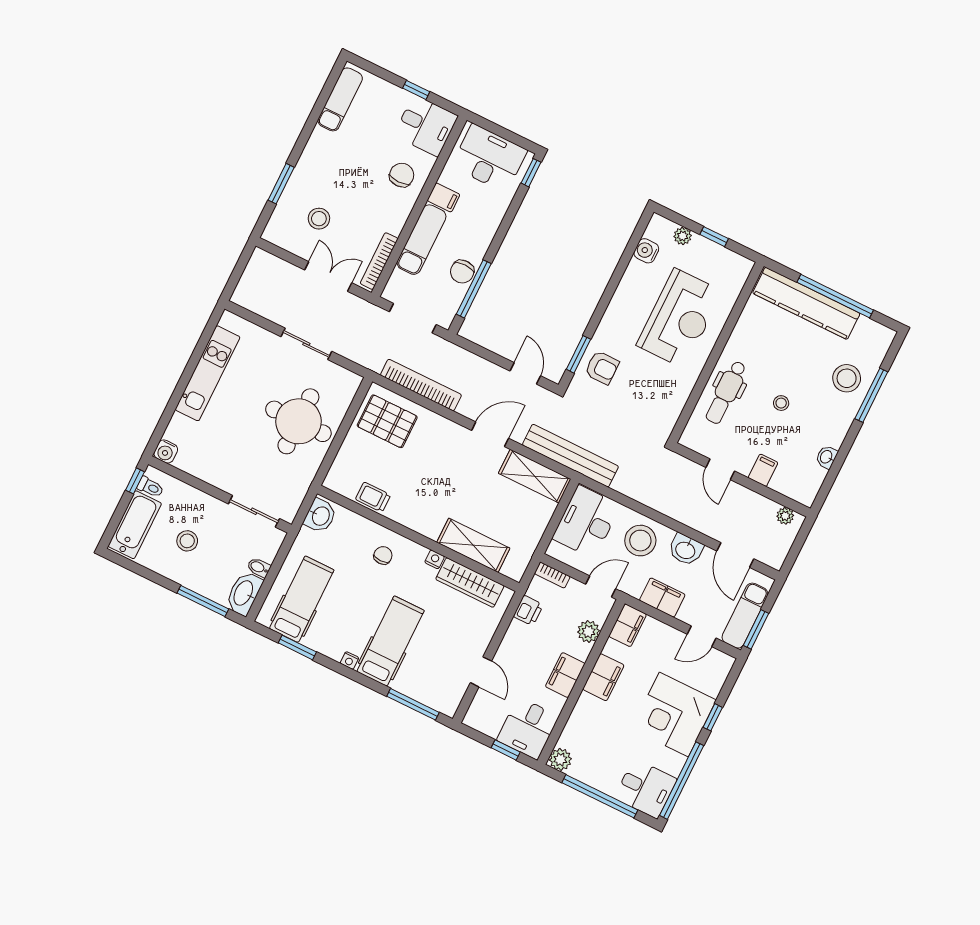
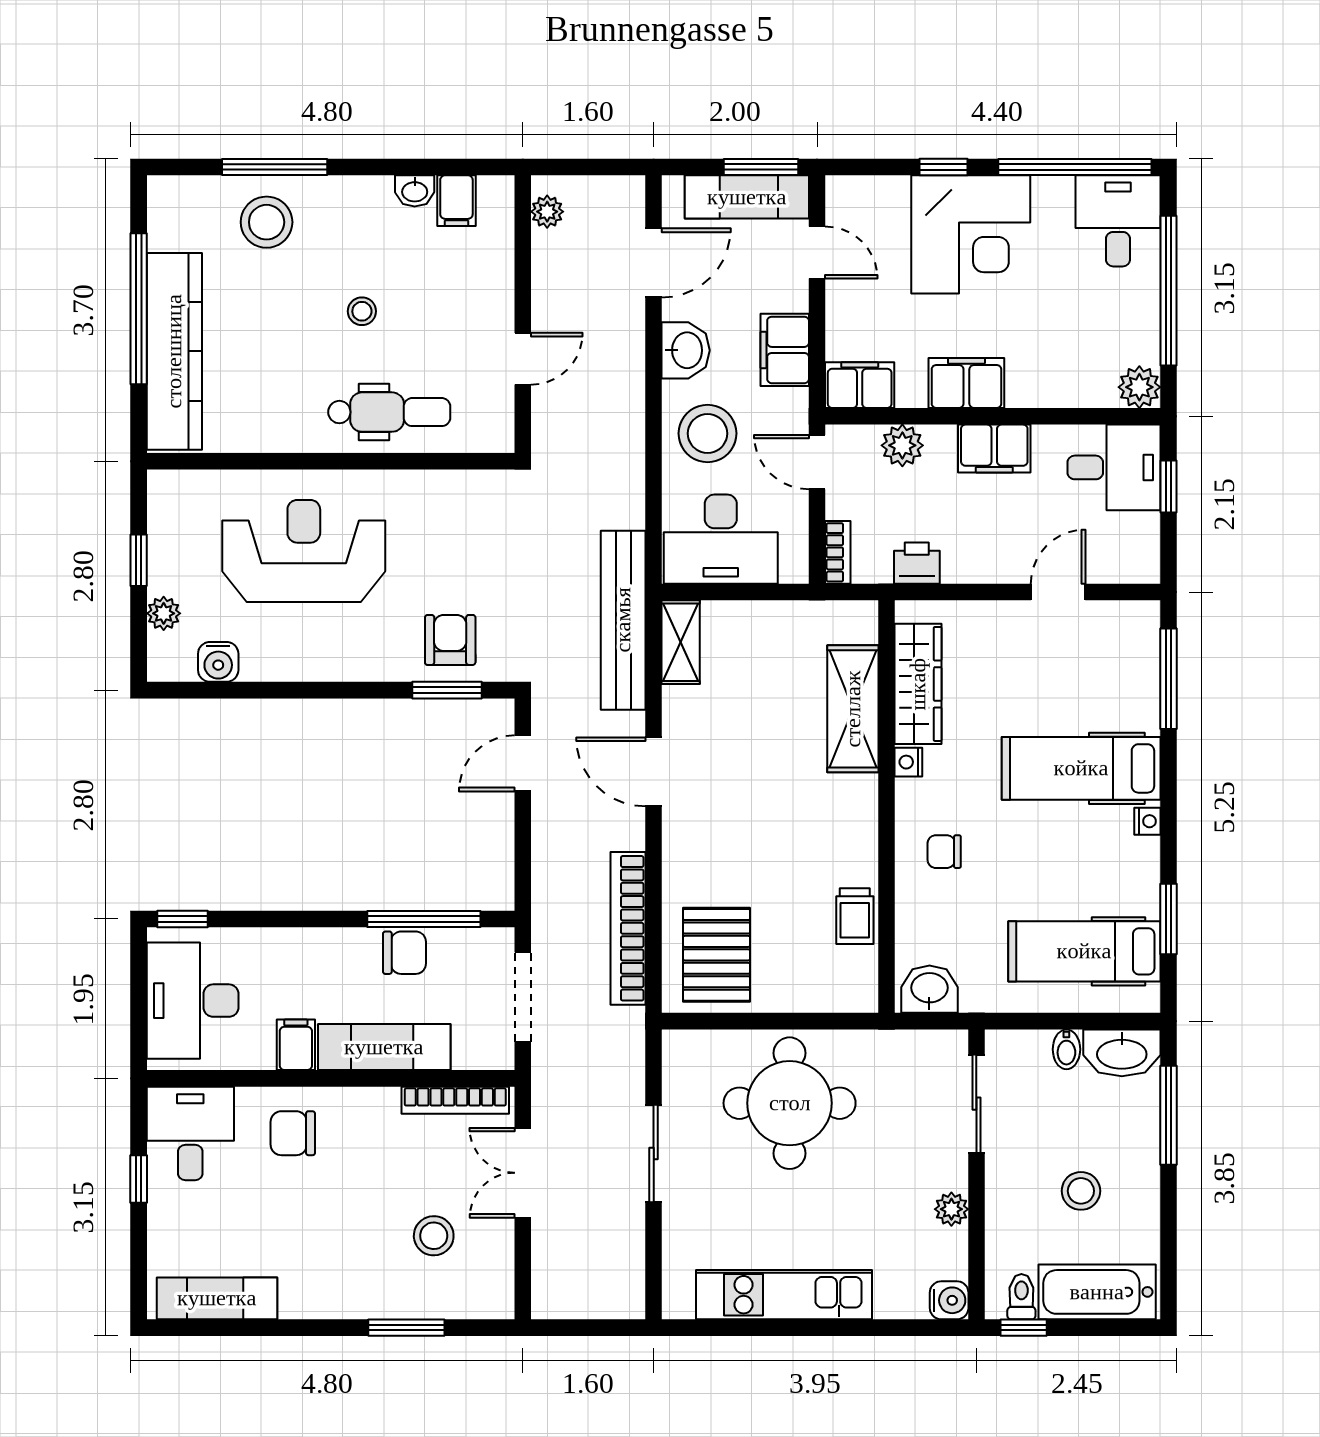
filing cabinet: (763, 470) -> (456, 201), moved, turned -90
plant: (209, 474) -> (951, 1209), added
shelving: (535, 476) -> (681, 642), width x0.67, depth x0.75

